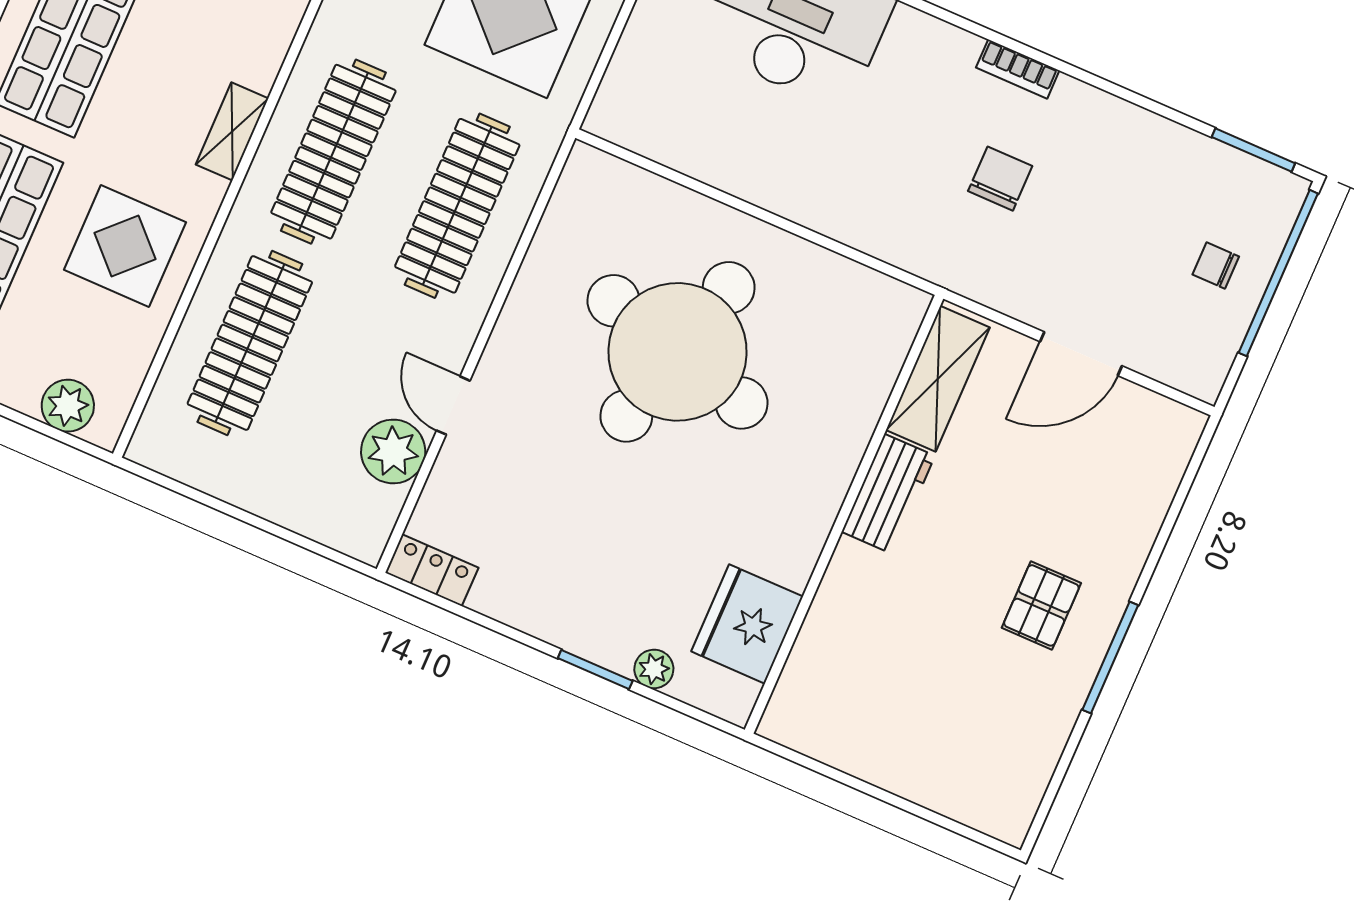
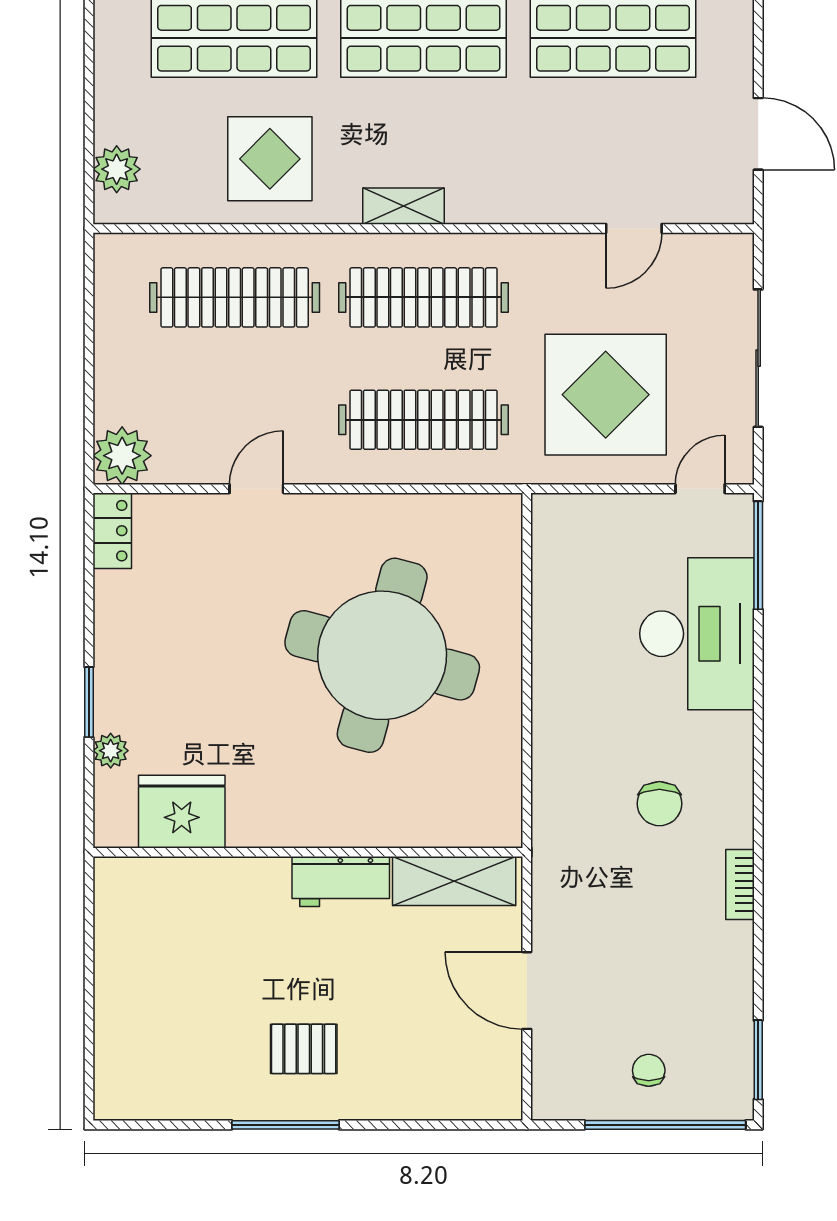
bookcase: (1018, 69) -> (740, 884), moved
chair: (1000, 179) -> (659, 804), moved, turned 90
plant: (393, 451) -> (122, 456), moved

